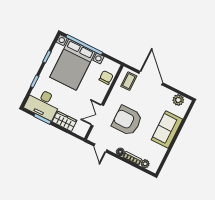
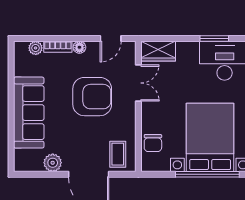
plant: (178, 100) -> (53, 163), moved
wardrobe: (64, 121) -> (158, 51), moved
sofa: (167, 129) -> (29, 113), width x1.36
door: (100, 148) -> (111, 39), swing flipped

